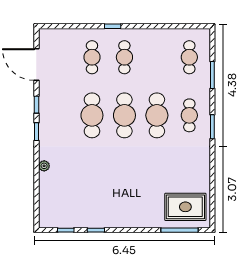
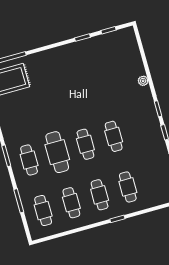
cafe table: (157, 57) -> (71, 203), added
cafe table: (92, 115) -> (114, 136), width x0.73, depth x0.74
cafe table: (124, 115) -> (85, 144), width x0.73, depth x0.74

